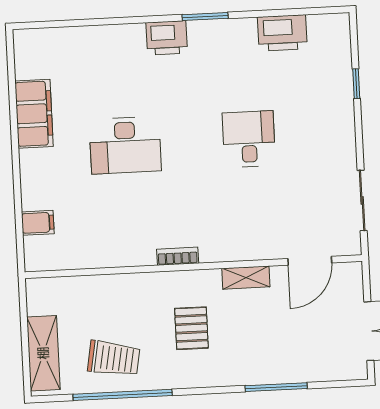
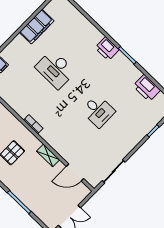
desk: (249, 139) -> (98, 111), turned 90

